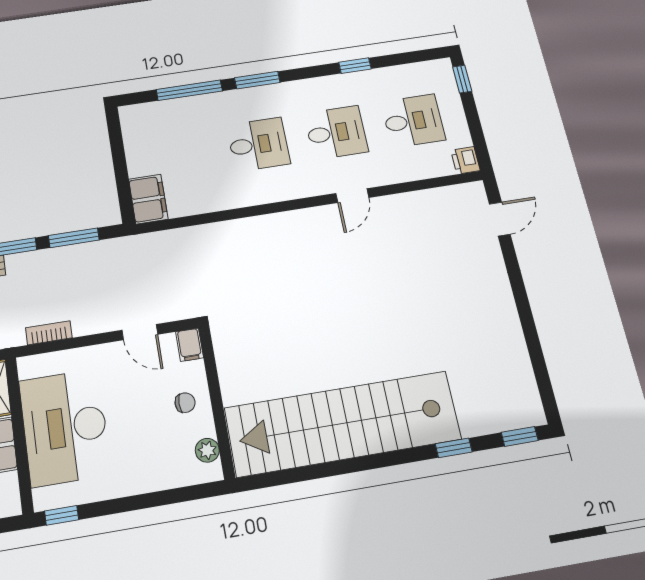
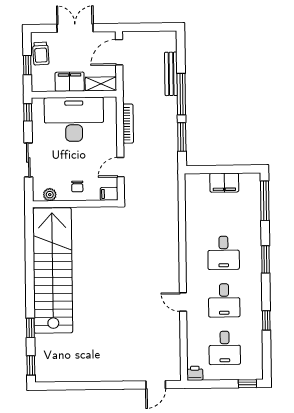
window: (189, 90) -> (265, 201), moved
filing cabinet: (148, 199) -> (224, 183), moved
door: (500, 219) -> (156, 385), hinge flipped
bookcase: (49, 333) -> (128, 124), width x1.56
sliding door: (150, 500) -> (28, 160), added

